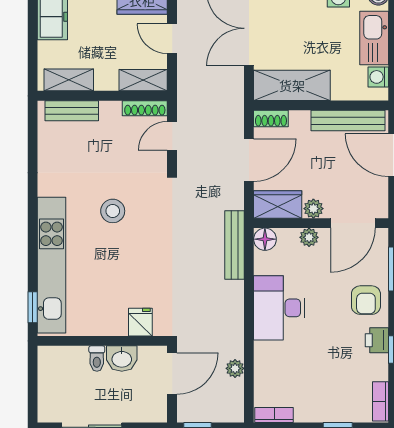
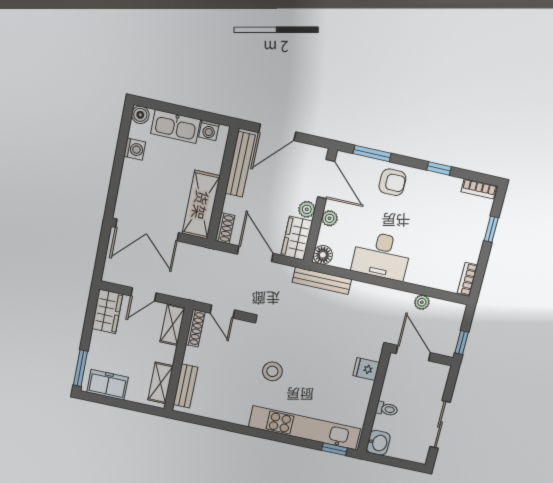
printer: (377, 340) -> (428, 181), removed
washbasin: (122, 359) -> (378, 443), moved

